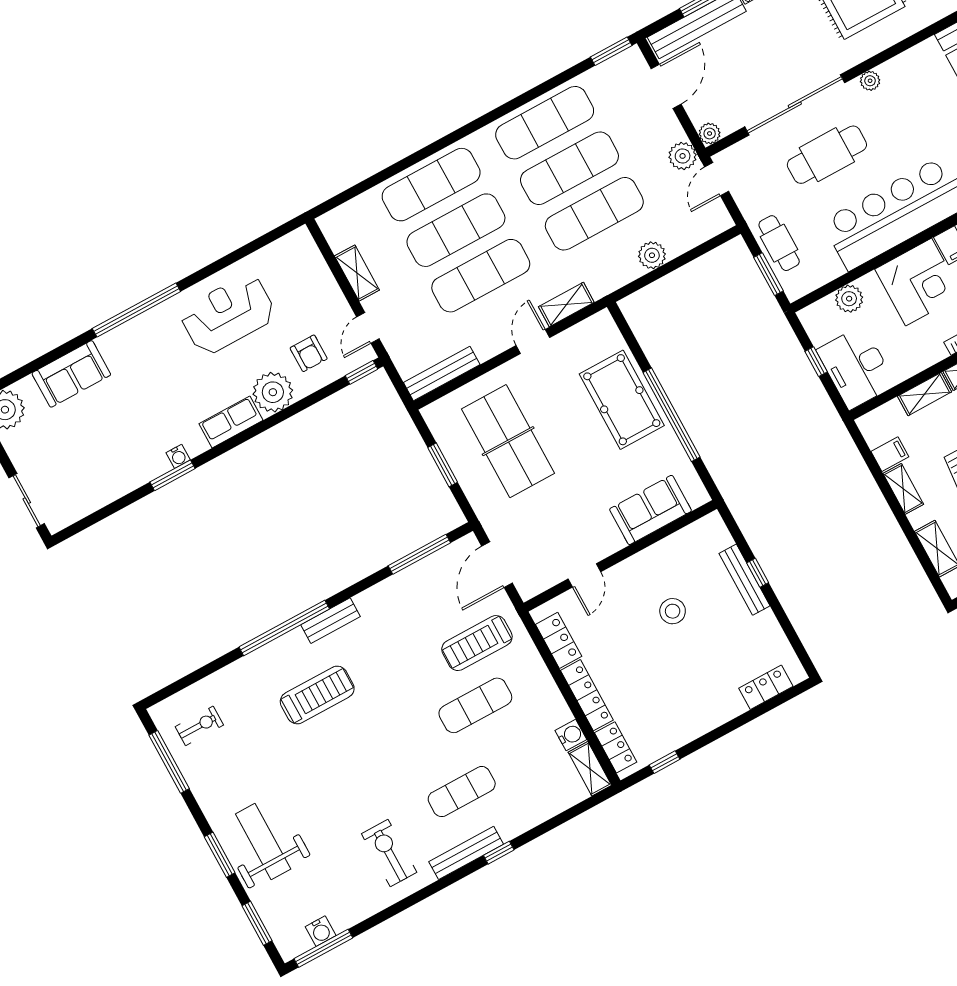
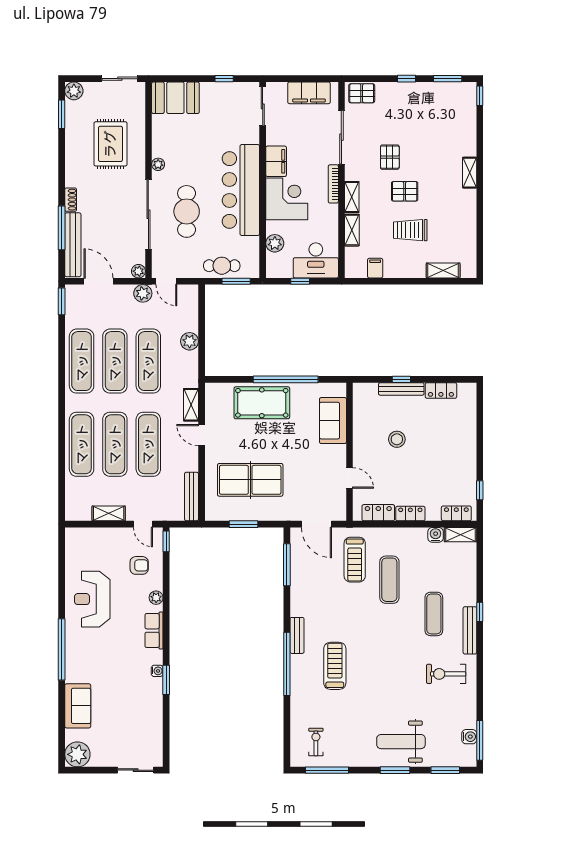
plant: (273, 392) -> (156, 598), width x0.53, depth x0.53
shelving: (903, 489) -> (399, 271), removed
locker: (766, 687) -> (441, 390), moved, turned -90
locker: (587, 695) -> (410, 514), width x0.66

